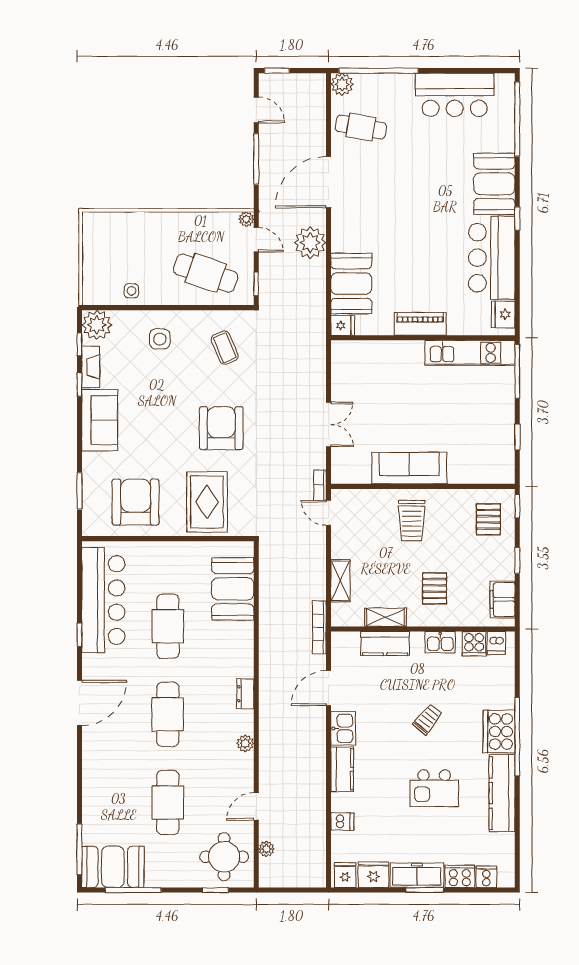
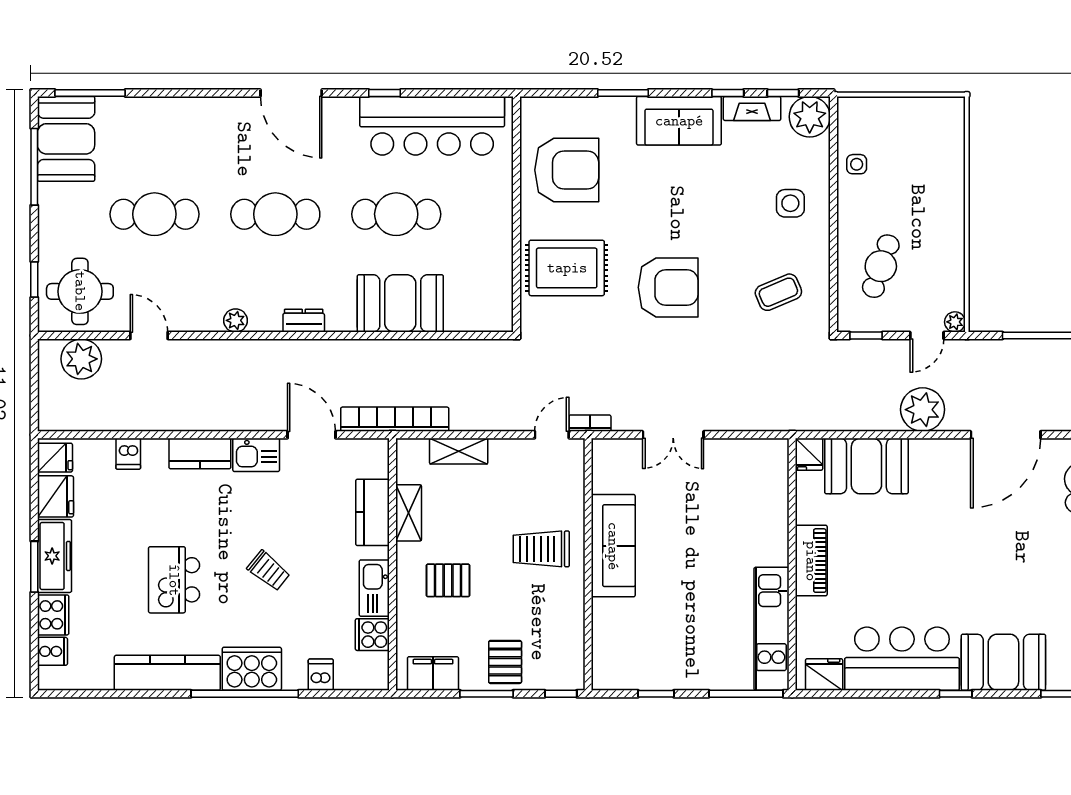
door: (328, 182) -> (1006, 435), swing flipped
cafe table: (206, 273) -> (881, 266), width x0.73, depth x0.74
window: (79, 491) -> (623, 93), moved
pallet: (488, 519) -> (505, 662), moved, turned 90
window: (517, 560) -> (486, 694), width x1.50
booth: (233, 589) -> (400, 303), moved
bookcase: (319, 627) -> (395, 419), width x1.48, depth x1.31
kitchen sink: (440, 642) -> (374, 588), width x1.38
dishwasher: (496, 643) -> (321, 675), moved, turned 90
plant: (266, 849) -> (81, 359), width x1.88, depth x1.88

